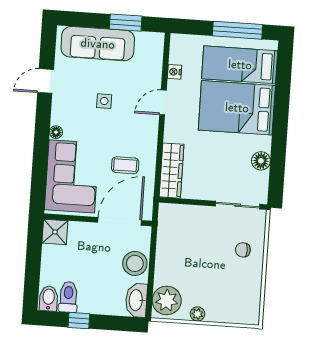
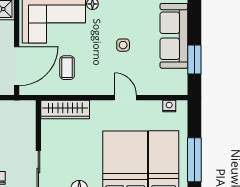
nightstand: (174, 72) -> (169, 106), moved
door: (120, 221) -> (17, 66), hinge flipped

